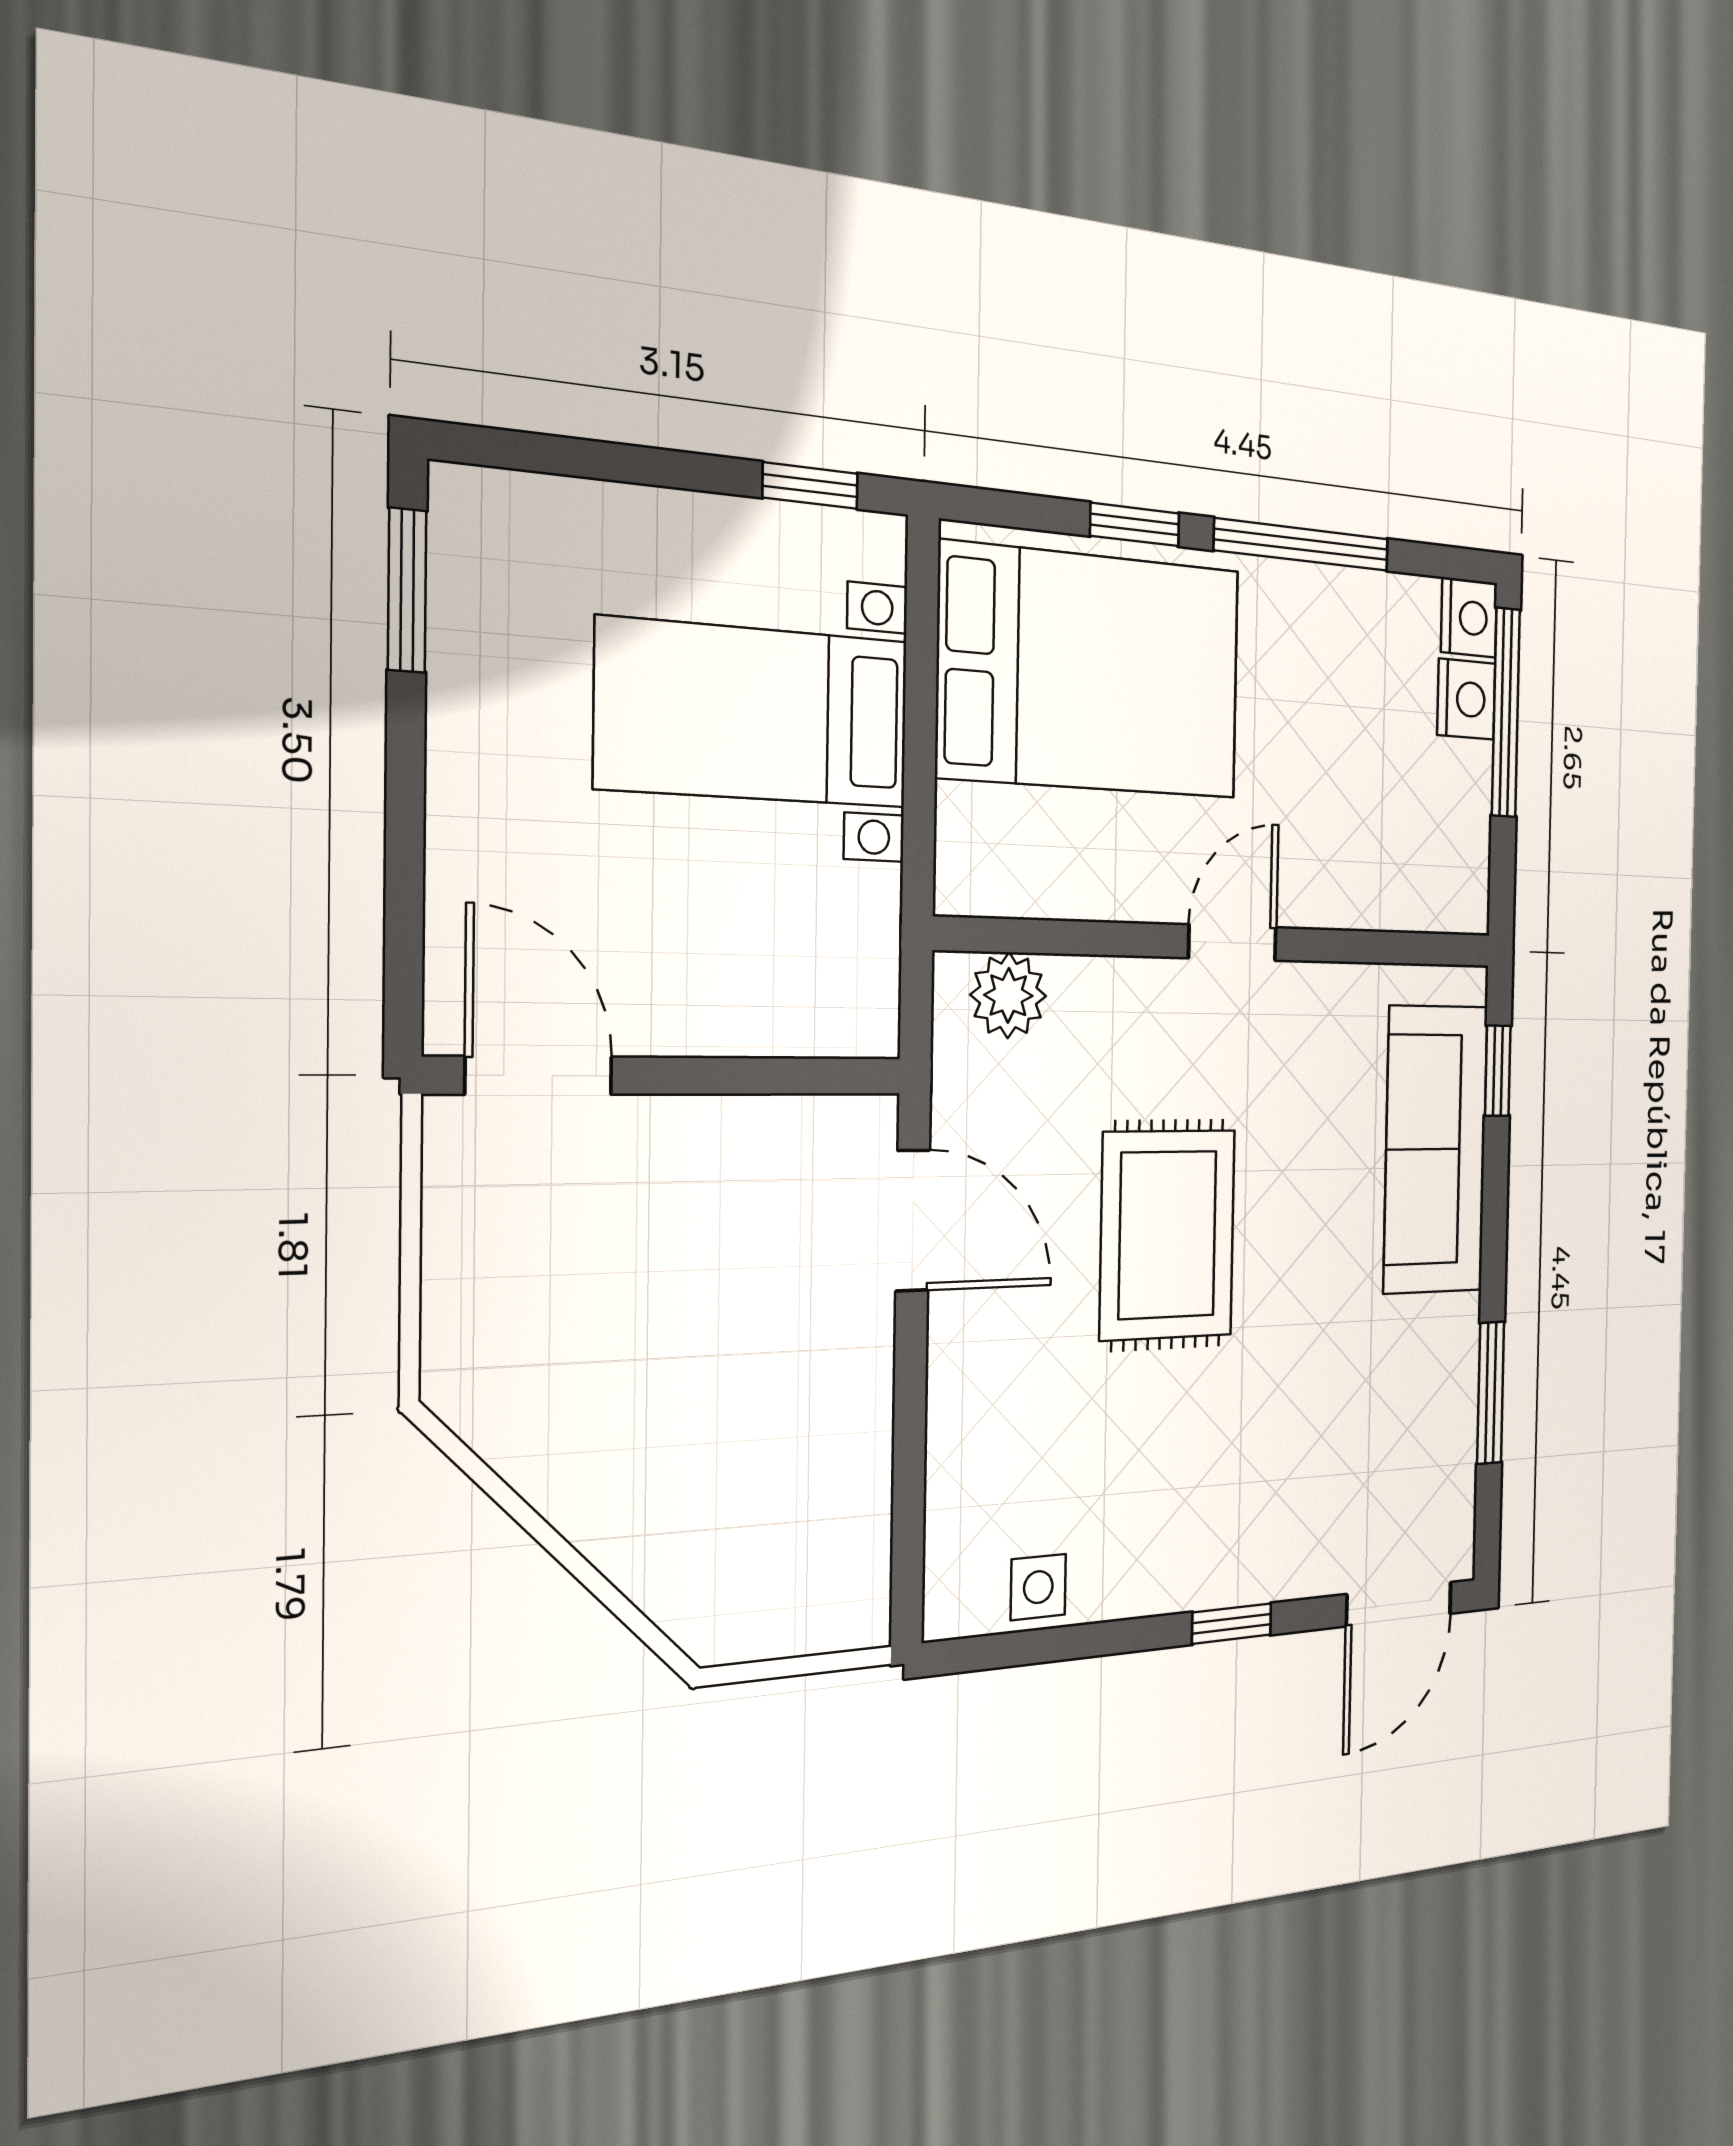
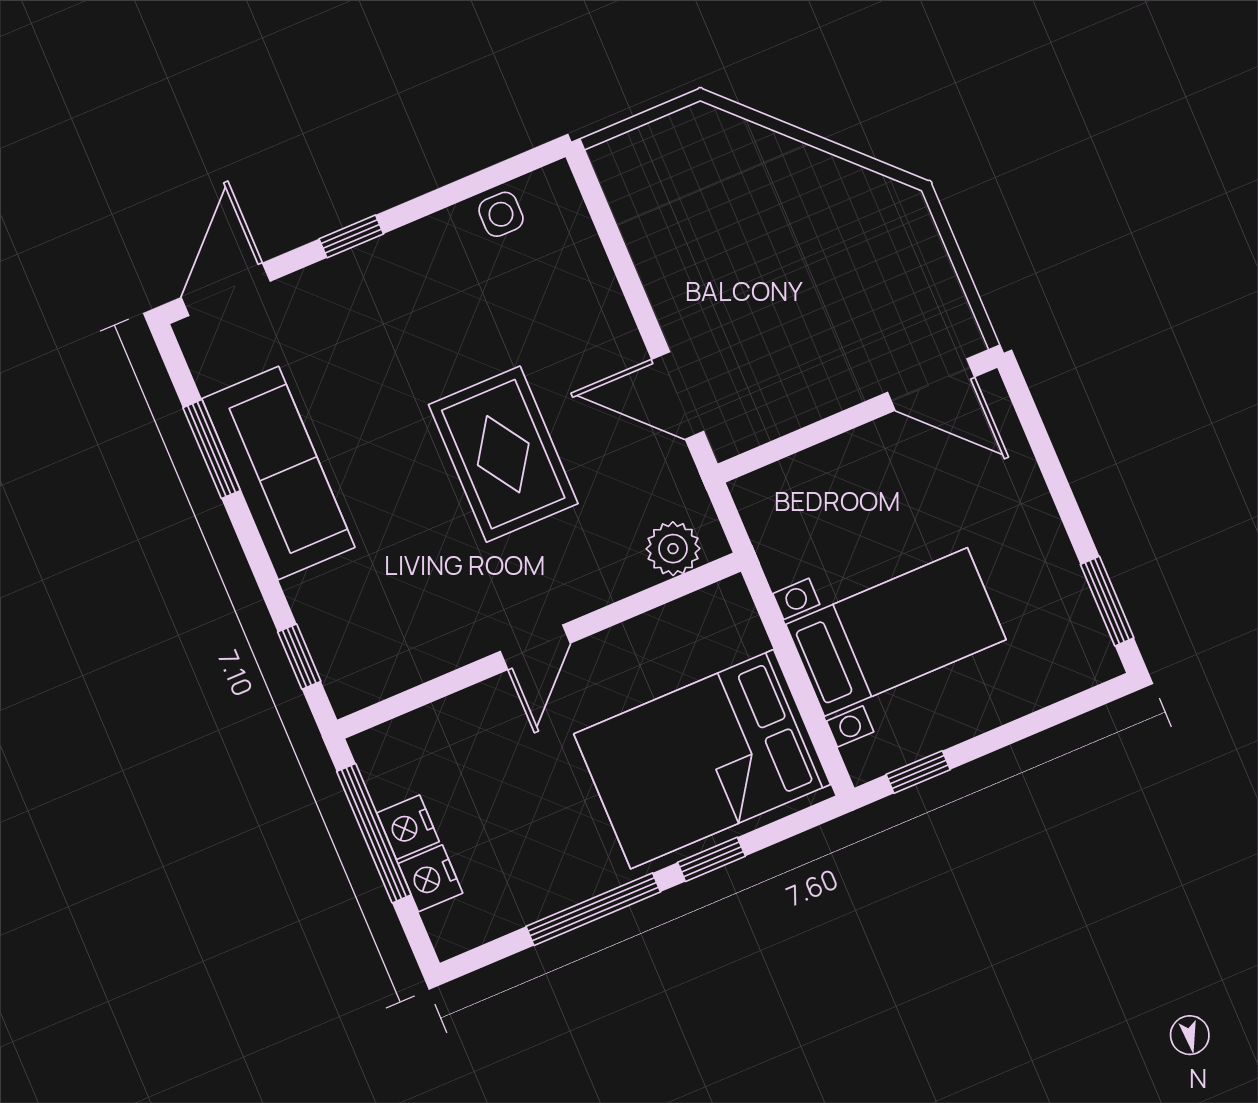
nightstand: (1469, 618) -> (408, 827), moved
window: (1506, 712) -> (374, 833), moved
sofa: (1436, 1149) -> (278, 473), moved

